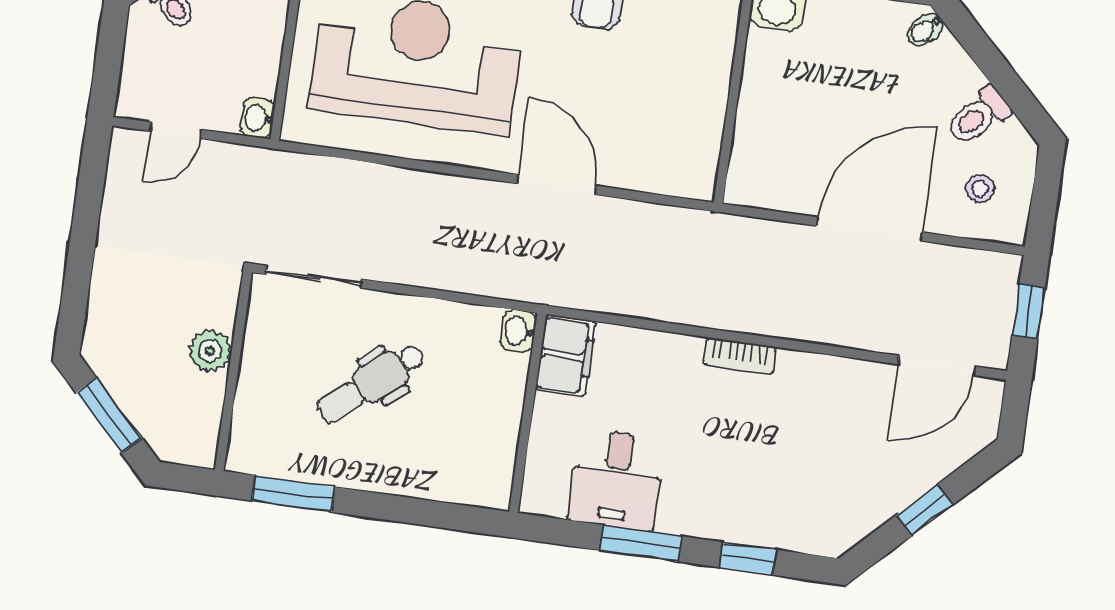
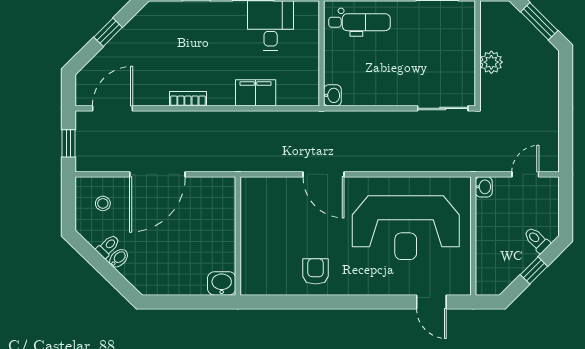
bidet: (925, 30) -> (119, 258), moved
toilet: (978, 116) -> (108, 246), width x0.73, depth x0.72
filing cabinet: (566, 355) -> (256, 93), moved, turned 90
bookcase: (740, 356) -> (188, 99), moved
dental chair: (371, 383) -> (359, 22), moved, turned 40

